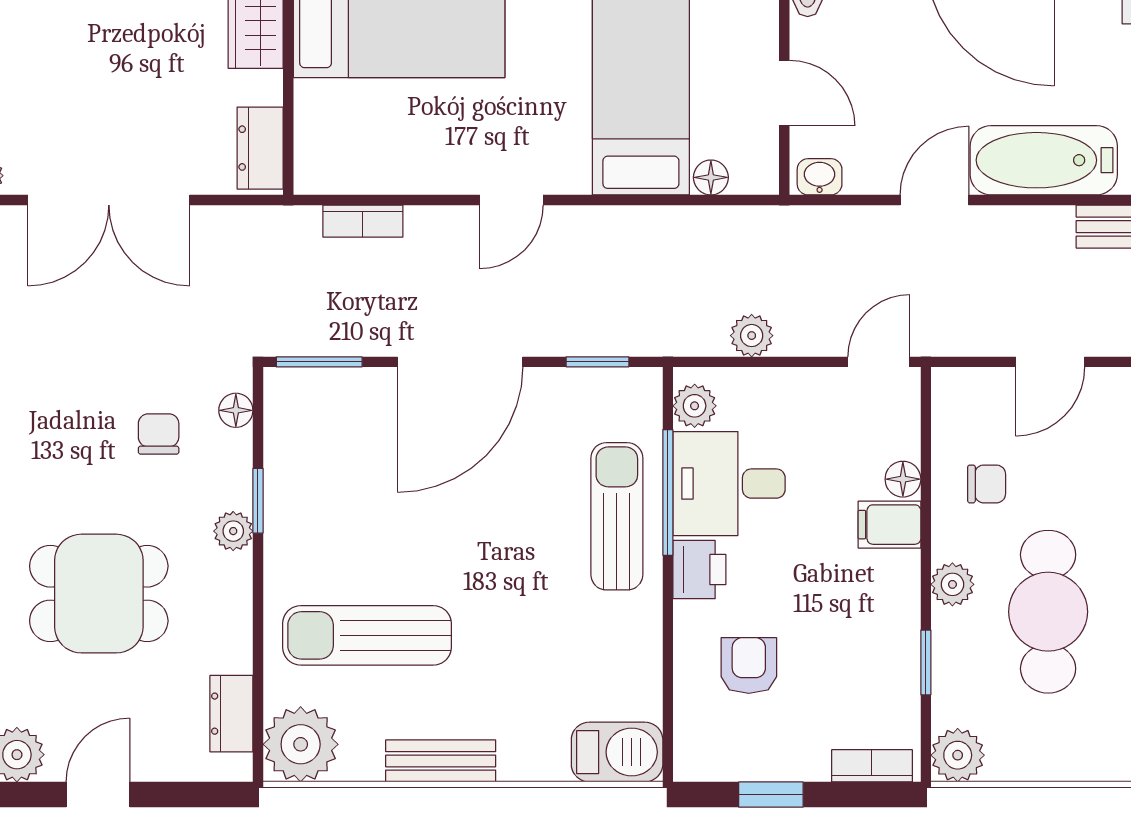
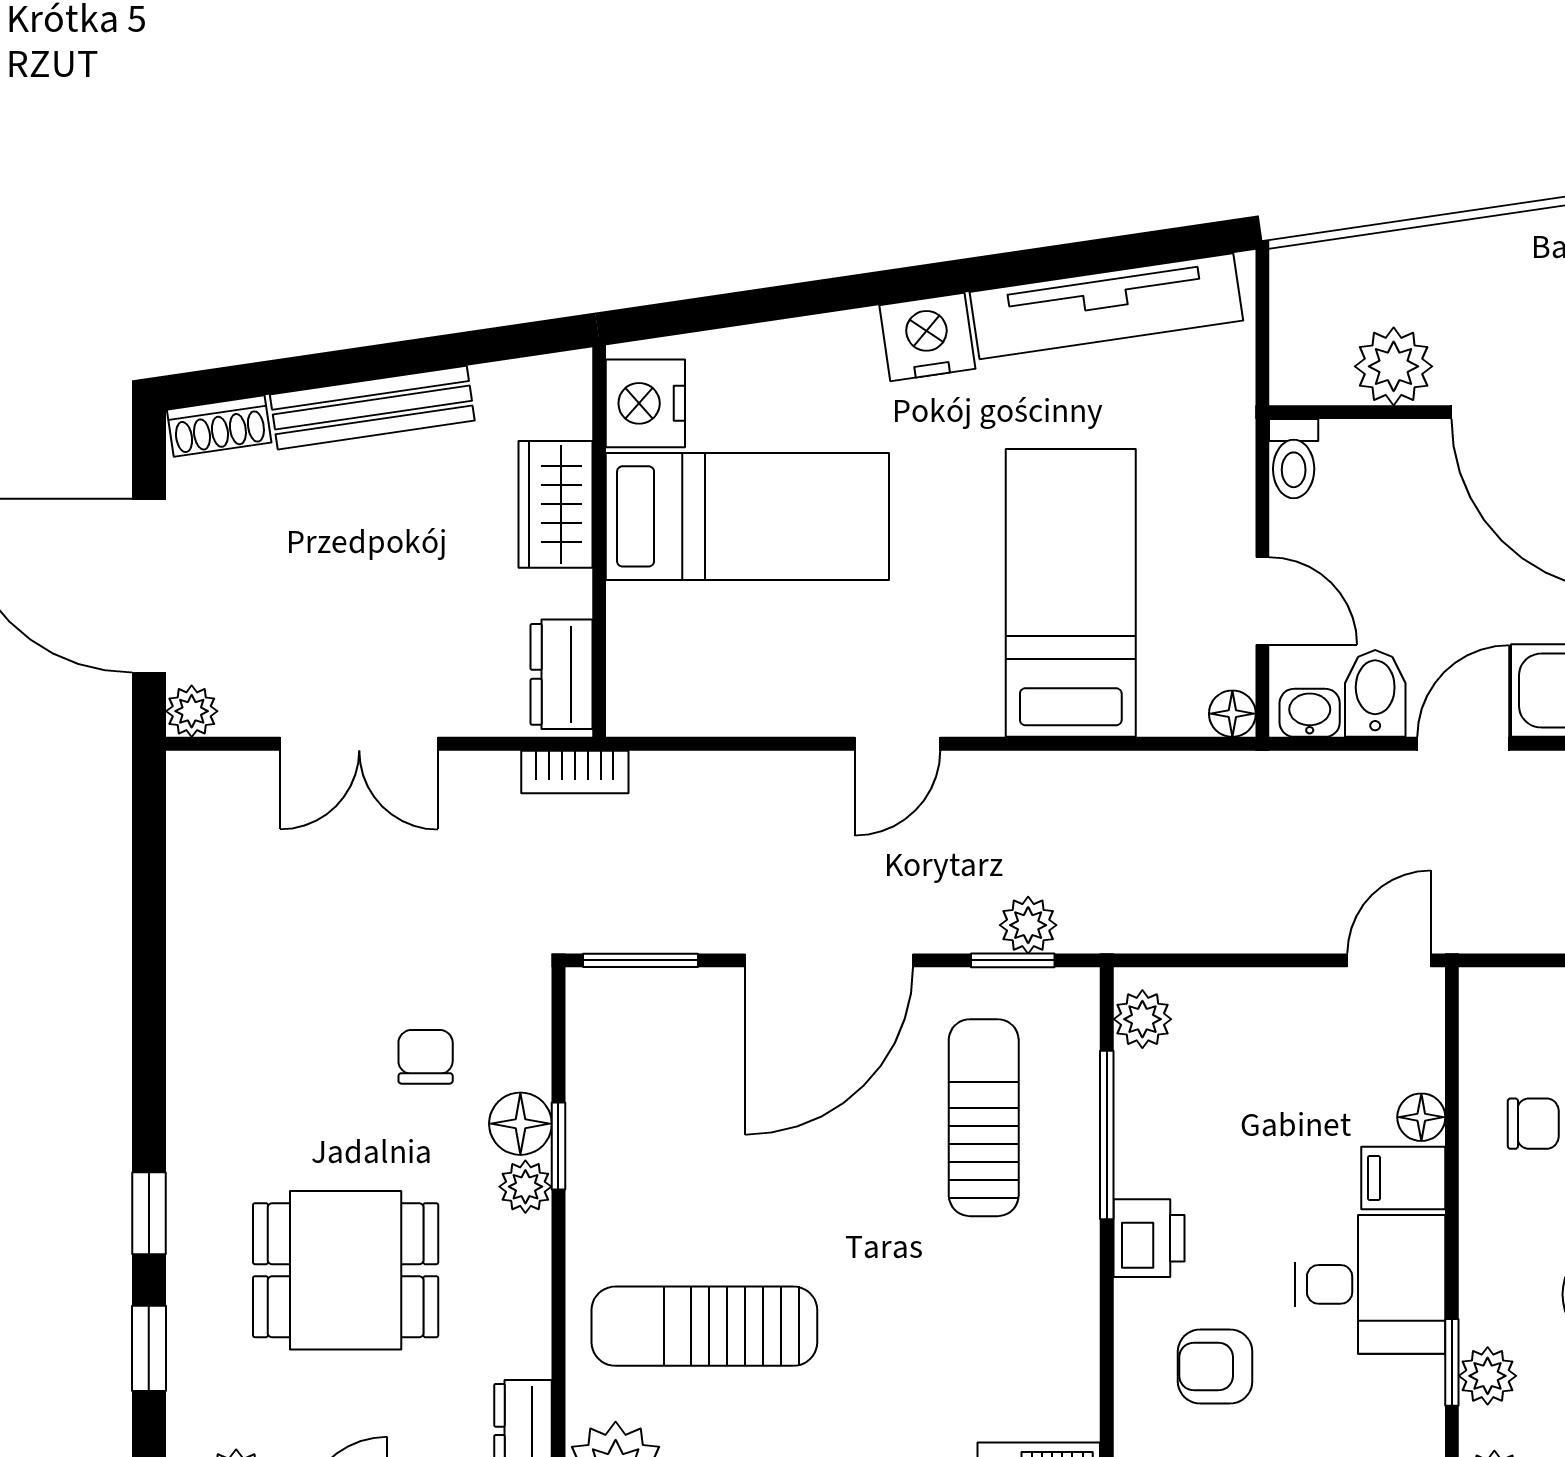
bidet: (868, 162) -> (1375, 693), added
floor lamp: (711, 177) -> (1232, 714), moved
double door: (109, 200) -> (359, 744), width x0.73
bookcase: (363, 221) -> (575, 772), moved
plant: (752, 336) -> (1028, 925), moved
floor lamp: (236, 410) -> (520, 1124), moved, width x1.37, depth x1.37
desk: (729, 484) -> (1370, 1284), moved, turned 180
sun lounger: (617, 516) -> (984, 1118), moved
plant: (952, 584) -> (1488, 1376), moved
armchair: (749, 666) -> (1215, 1367), turned -90

